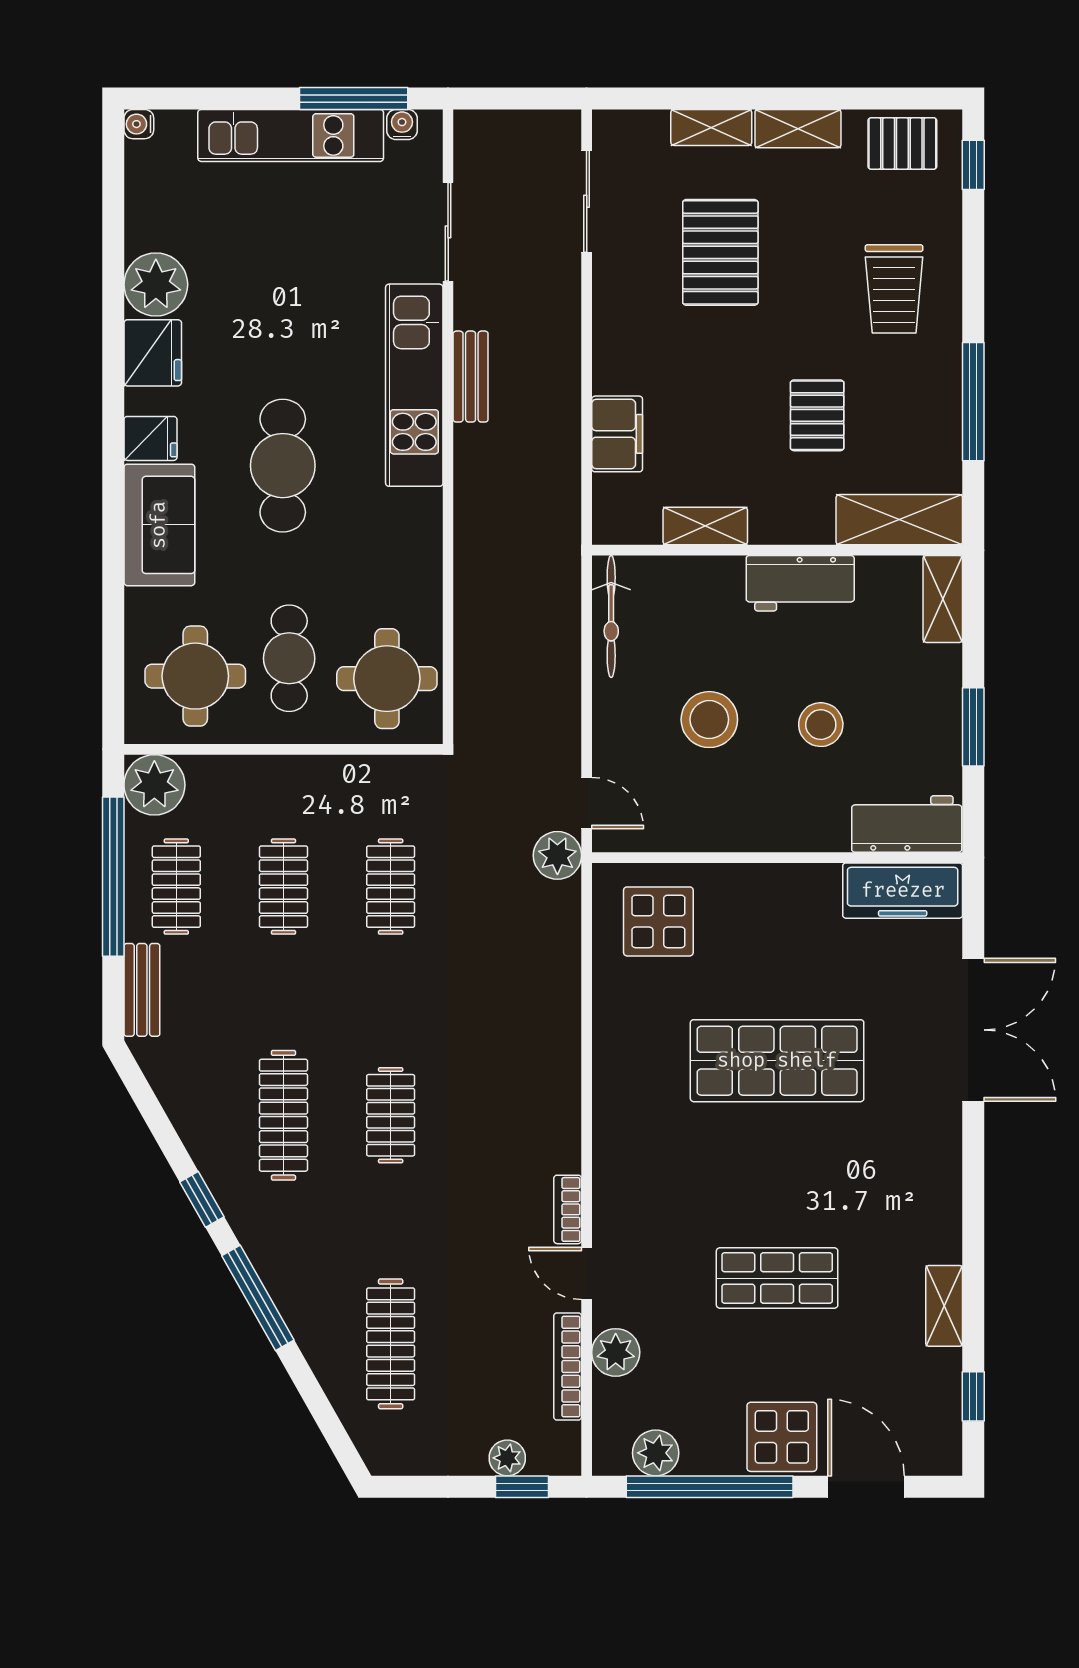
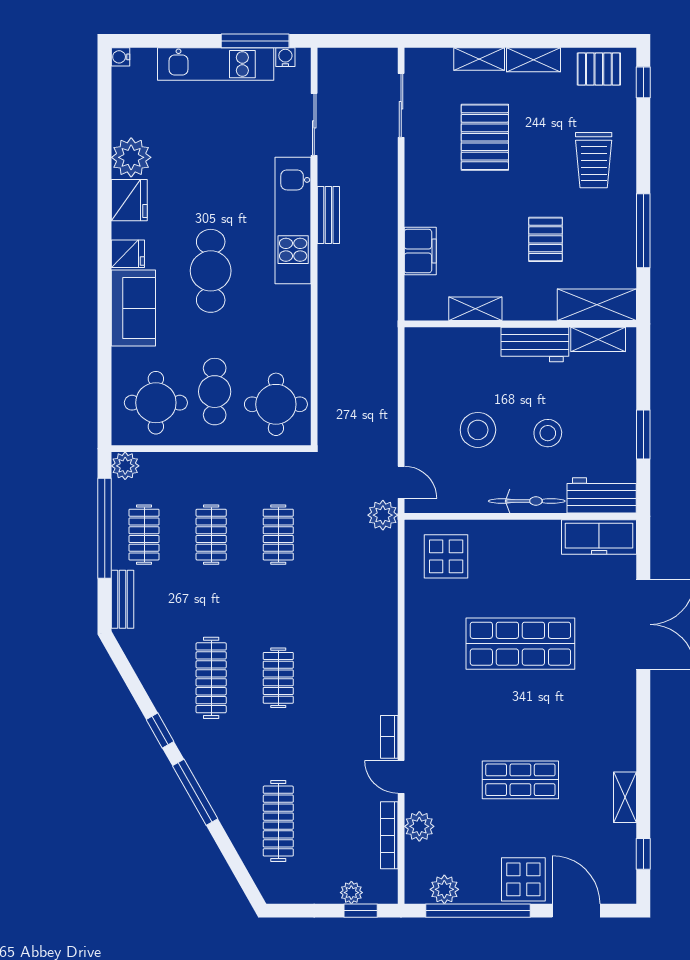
shelving: (943, 599) -> (598, 339), moved, turned 90
bicycle: (611, 617) -> (527, 501), moved, turned -90
plant: (154, 785) -> (125, 466), width x0.73, depth x0.73

